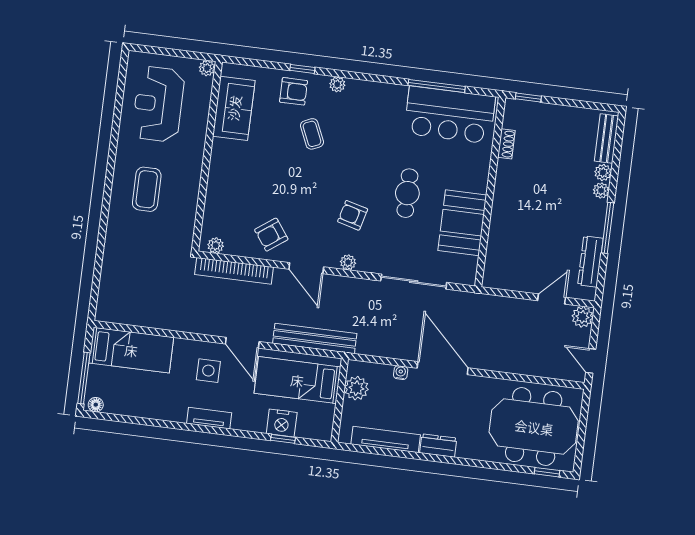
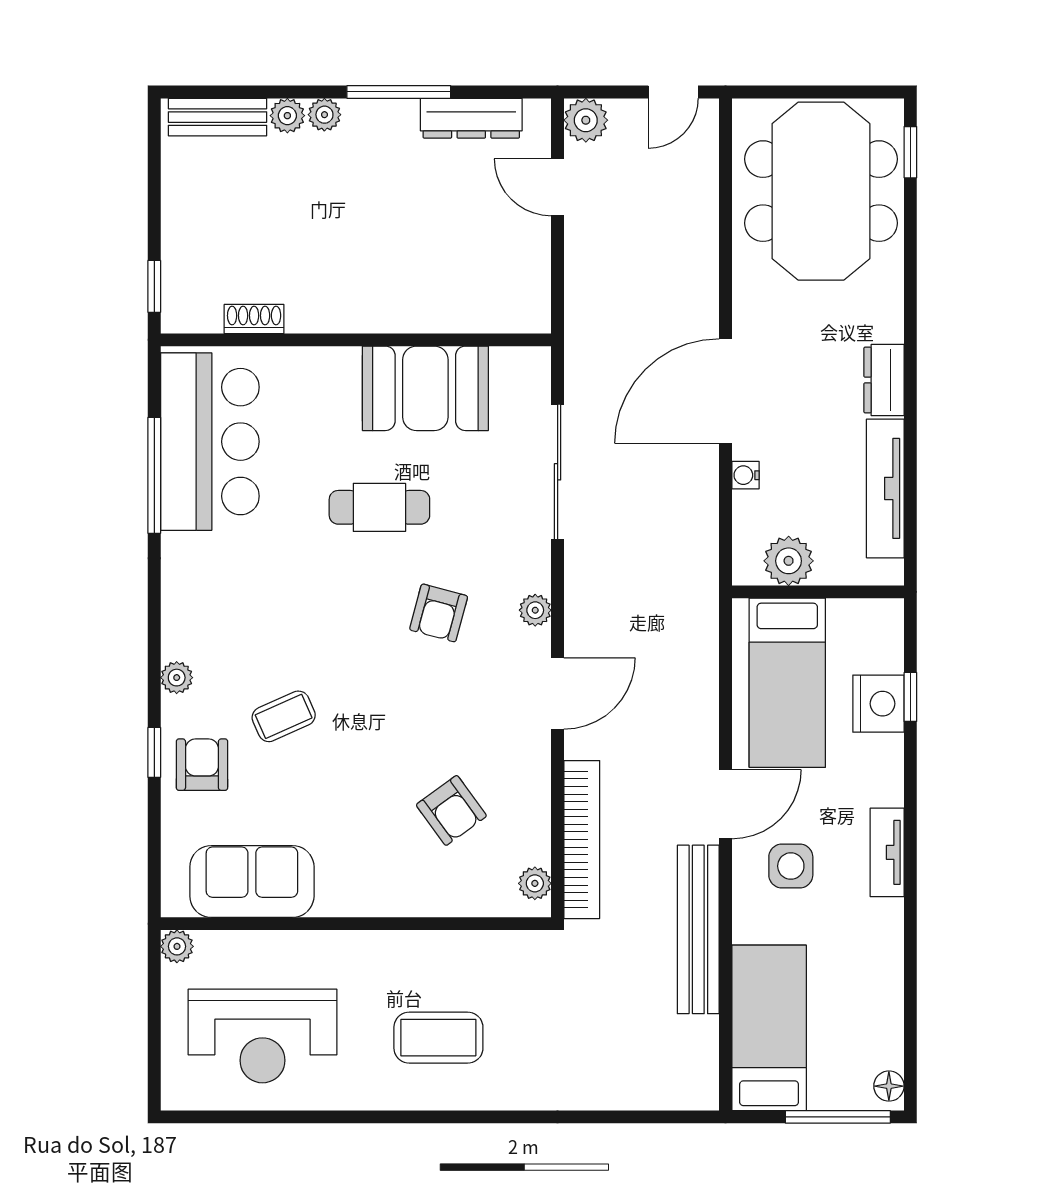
armchair: (271, 235) -> (451, 810), moved
bench: (315, 338) -> (698, 929), moved

